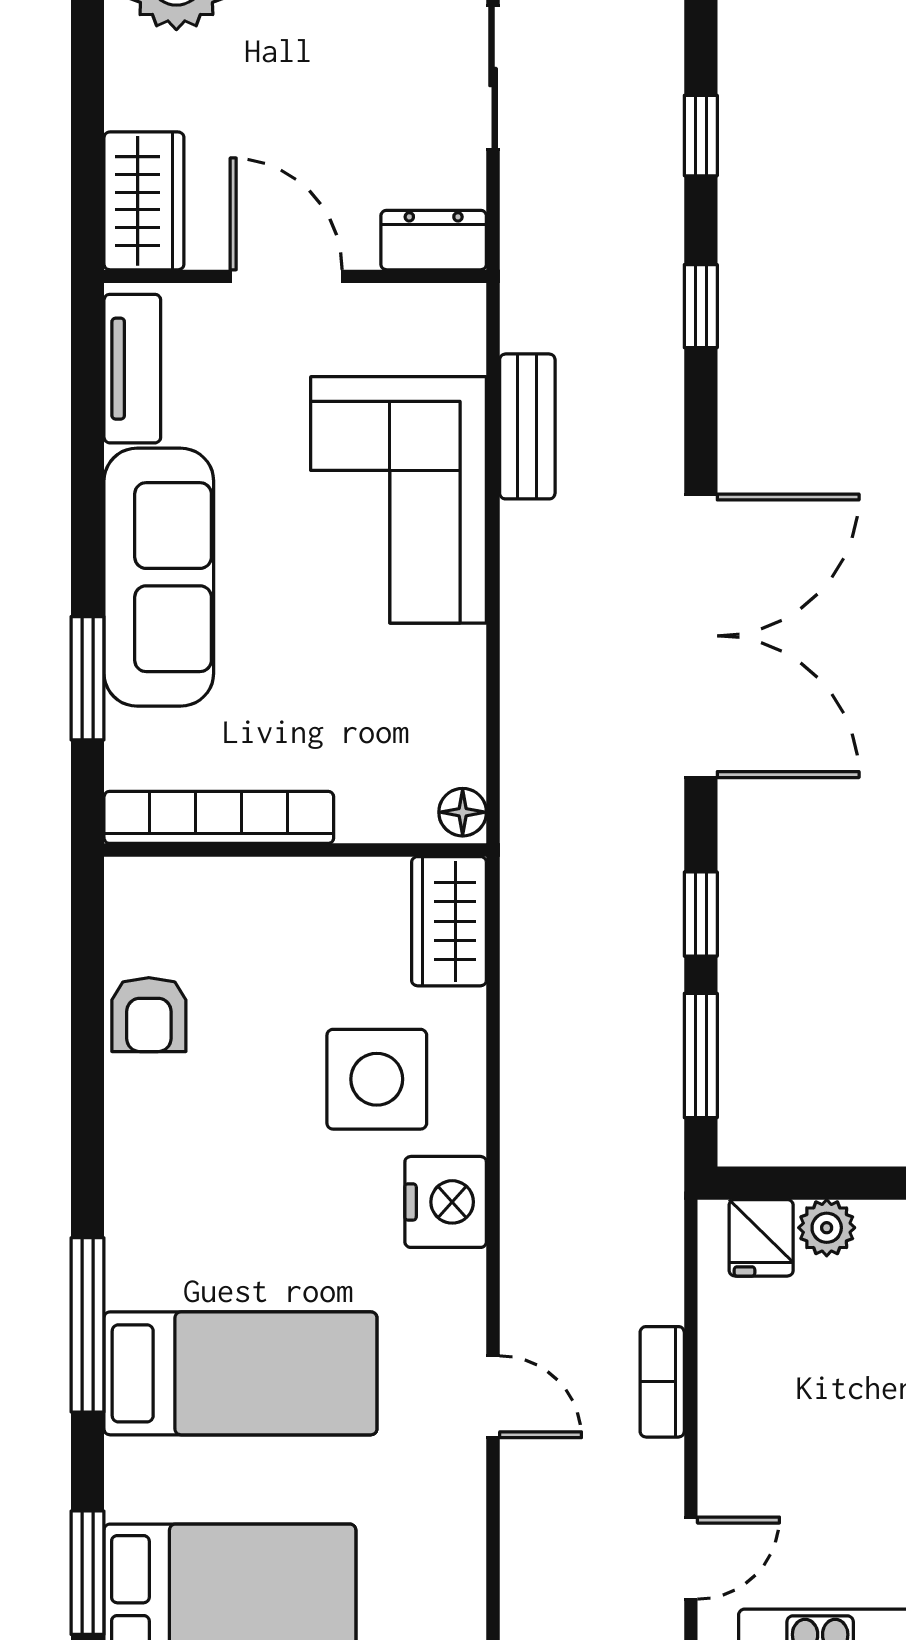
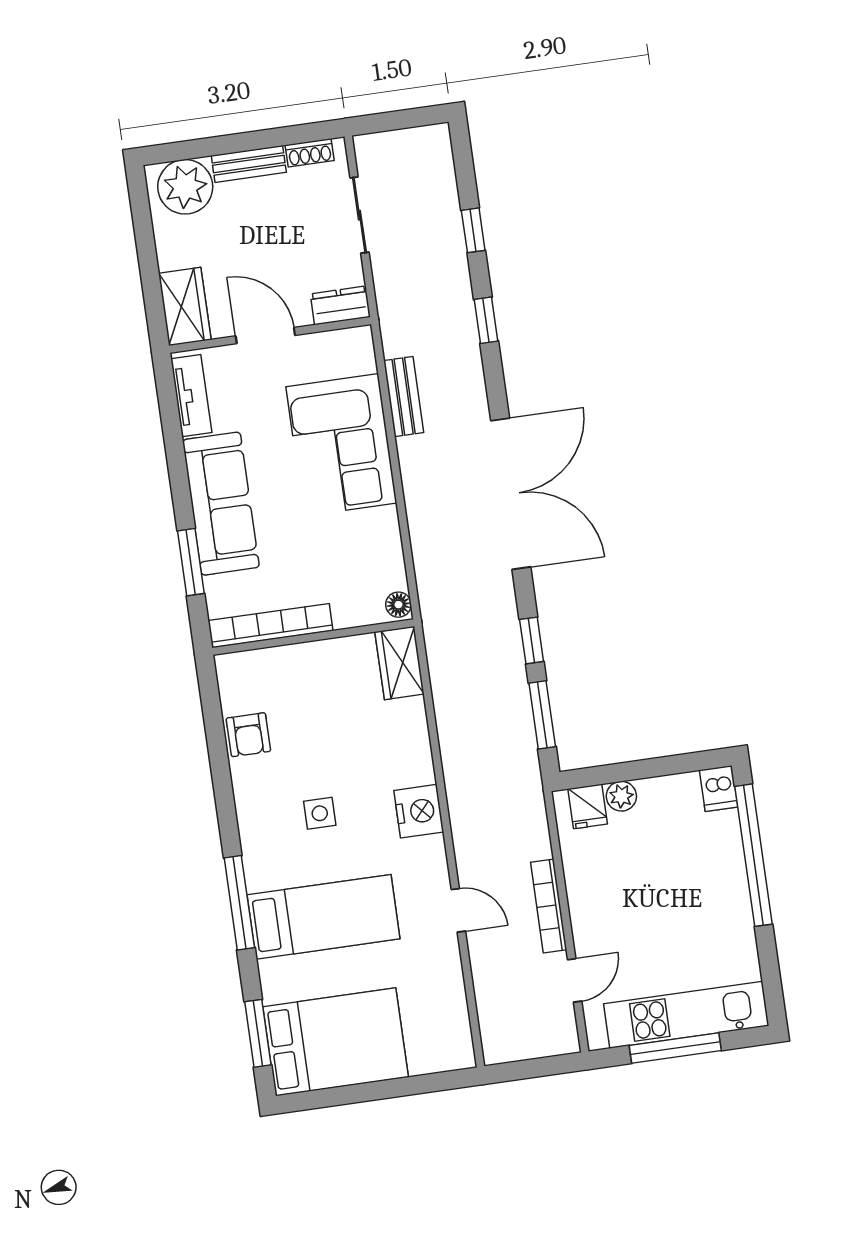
side table: (377, 1079) -> (320, 813), moved, width x0.54, depth x0.54
bookcase: (662, 1382) -> (549, 906), width x1.56

